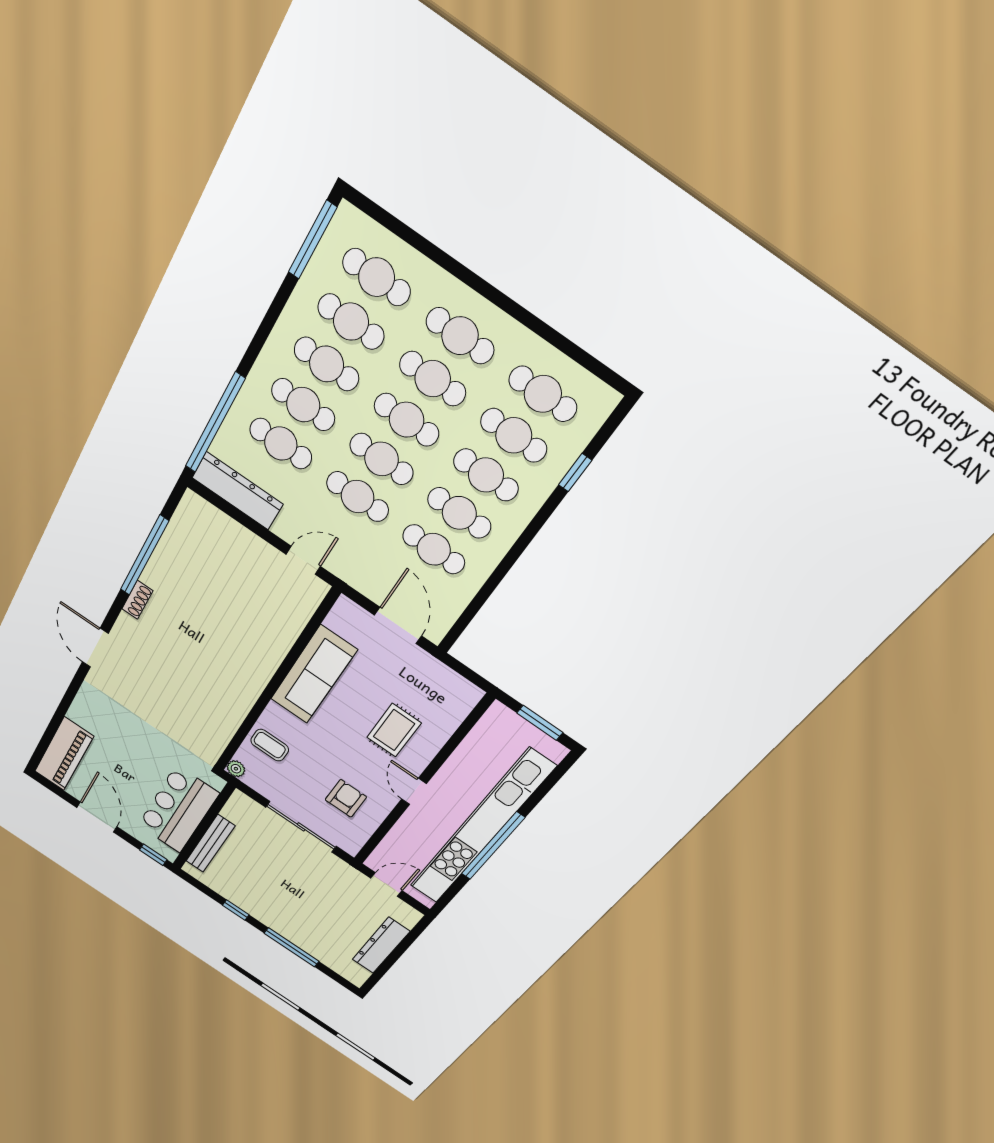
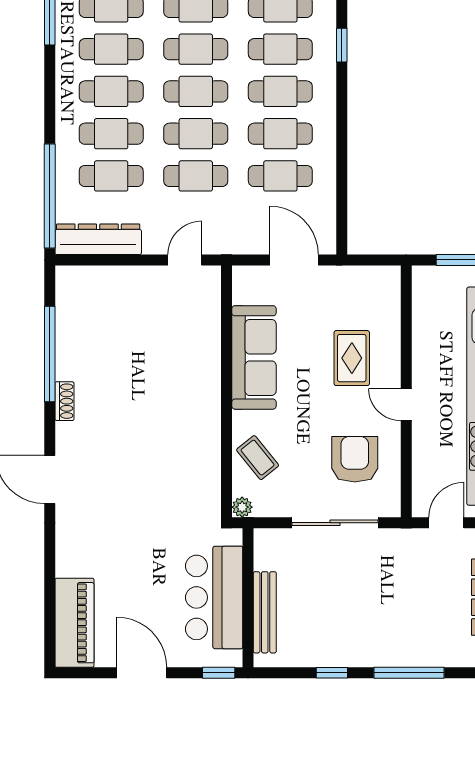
coffee table: (270, 745) -> (258, 458), turned 51
armchair: (346, 798) -> (355, 459), width x1.38, depth x1.38

